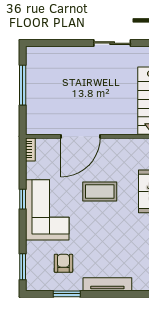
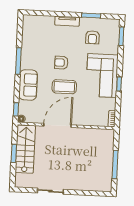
door: (80, 136) -> (58, 125), moved
armchair: (106, 225) -> (61, 63), added
tv unit: (107, 284) -> (67, 21), width x0.71

